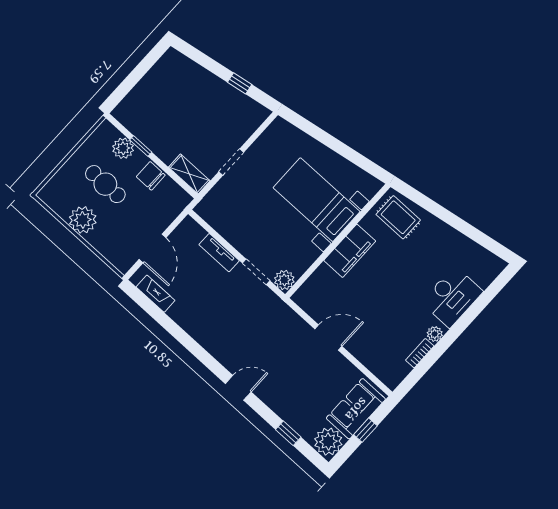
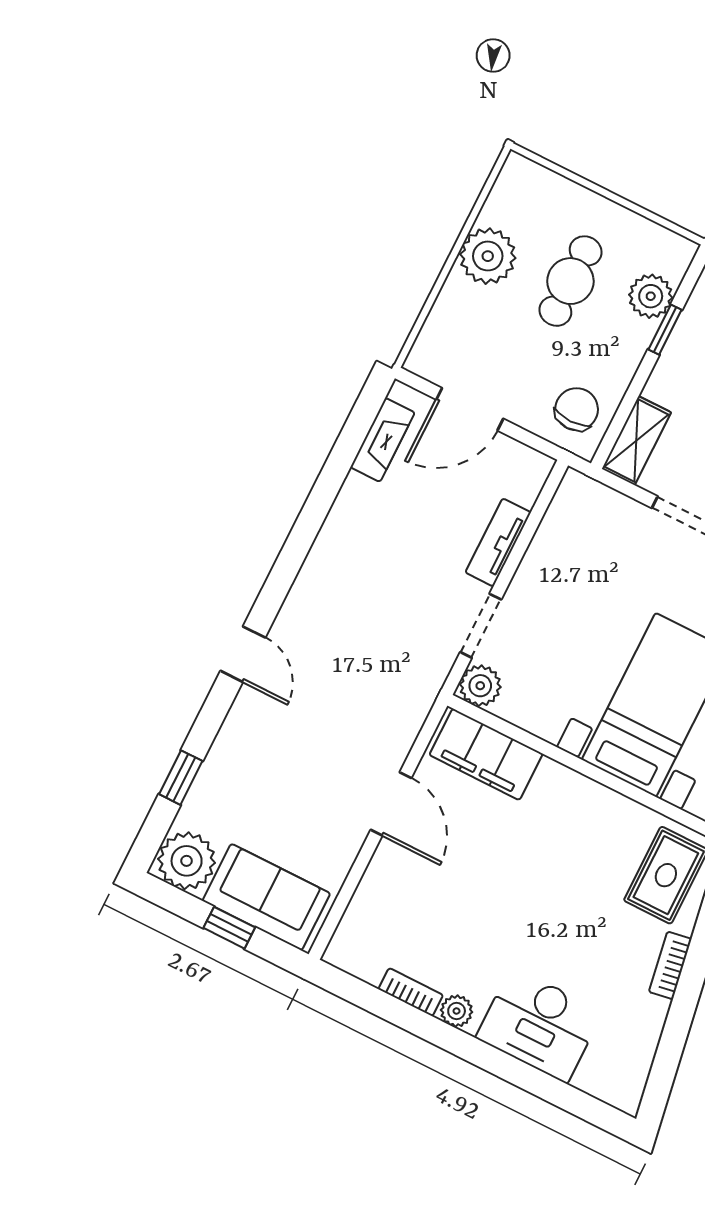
chair: (151, 176) -> (577, 409), moved
bookcase: (441, 227) -> (670, 965), added
filing cabinet: (350, 251) -> (486, 754), moved

